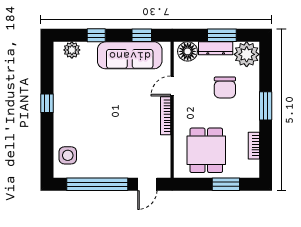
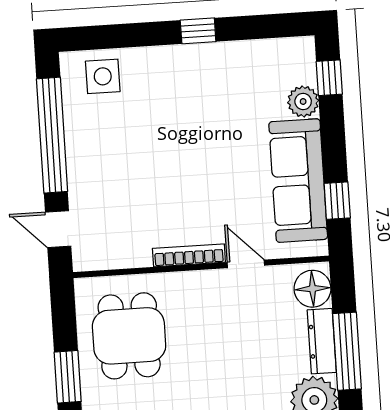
window: (96, 35) -> (329, 78), moved
window: (222, 35) -> (347, 351), width x1.44
plant: (72, 50) -> (303, 102), moved
chair: (225, 87) -> (249, 363), removed
dining table: (206, 150) -> (129, 336), turned 90

